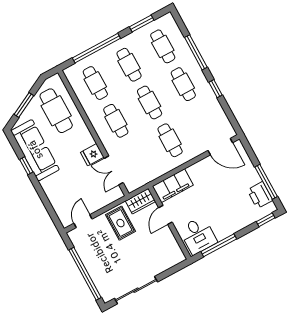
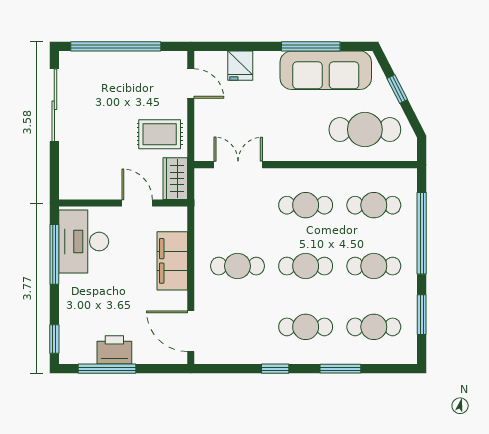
window: (196, 52) -> (340, 369), width x0.69
window: (24, 105) -> (397, 89), width x0.67
door: (220, 147) -> (191, 331), hinge flipped
fridge: (92, 155) -> (240, 66), moved, turned 180
window: (26, 166) -> (311, 46), width x2.17
filing cabinet: (173, 186) -> (172, 261), moved
printer: (260, 195) -> (114, 350), moved
desk: (198, 235) -> (84, 242), width x1.37

